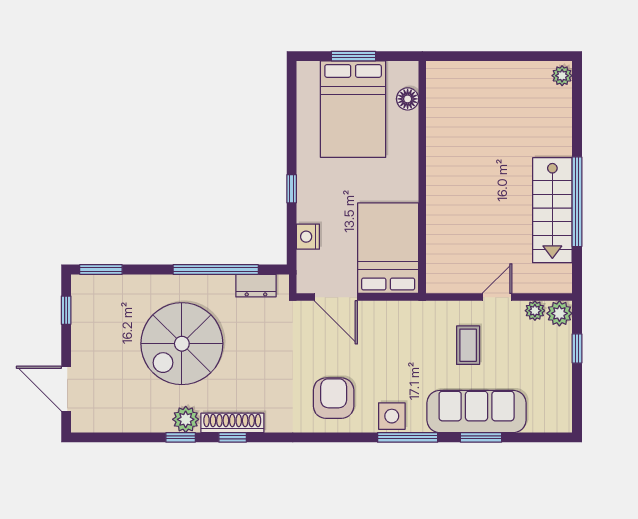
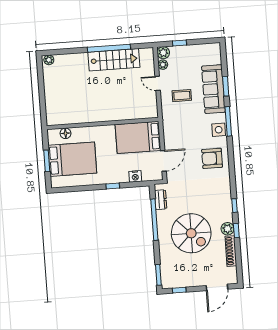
shoe rack: (232, 423) -> (231, 251), moved

